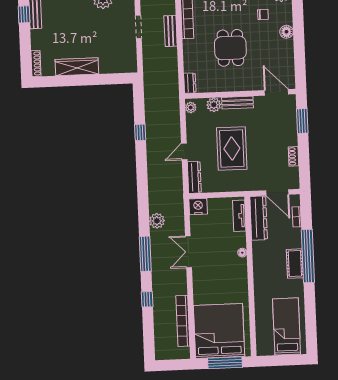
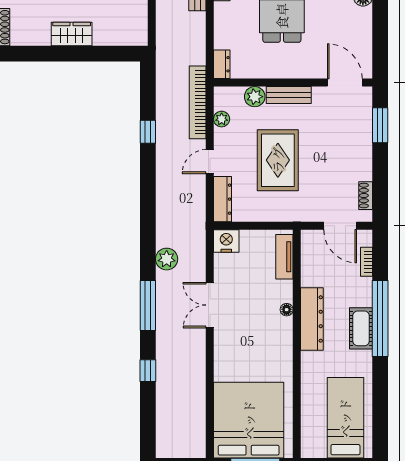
wardrobe: (77, 67) -> (72, 34), width x0.67
plant: (191, 107) -> (222, 119), moved
shoe rack: (294, 156) -> (366, 196), moved
dresser: (259, 218) -> (312, 319), moved
bookcase: (183, 321) -> (198, 102), moved

